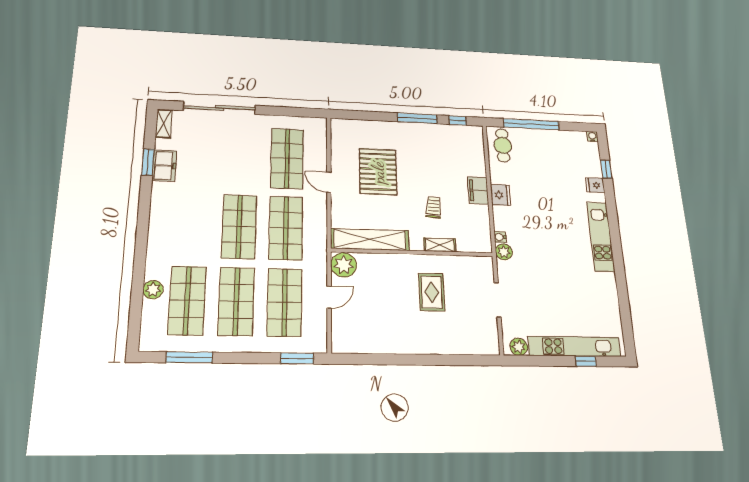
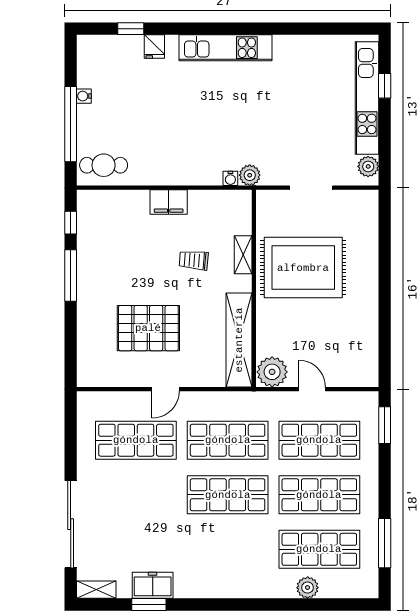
water cooler: (592, 136) -> (84, 96), moved
fridge: (500, 195) -> (174, 174), removed
rug: (432, 292) -> (303, 268), width x1.86, depth x2.06

